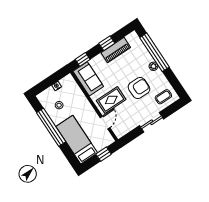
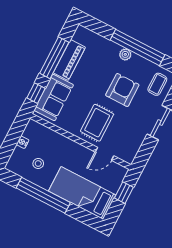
window: (107, 43) -> (54, 58), width x2.17
window: (155, 52) -> (138, 47), moved
sofa: (88, 79) -> (54, 98), moved, turned 90
door: (105, 123) -> (105, 154), swing flipped

